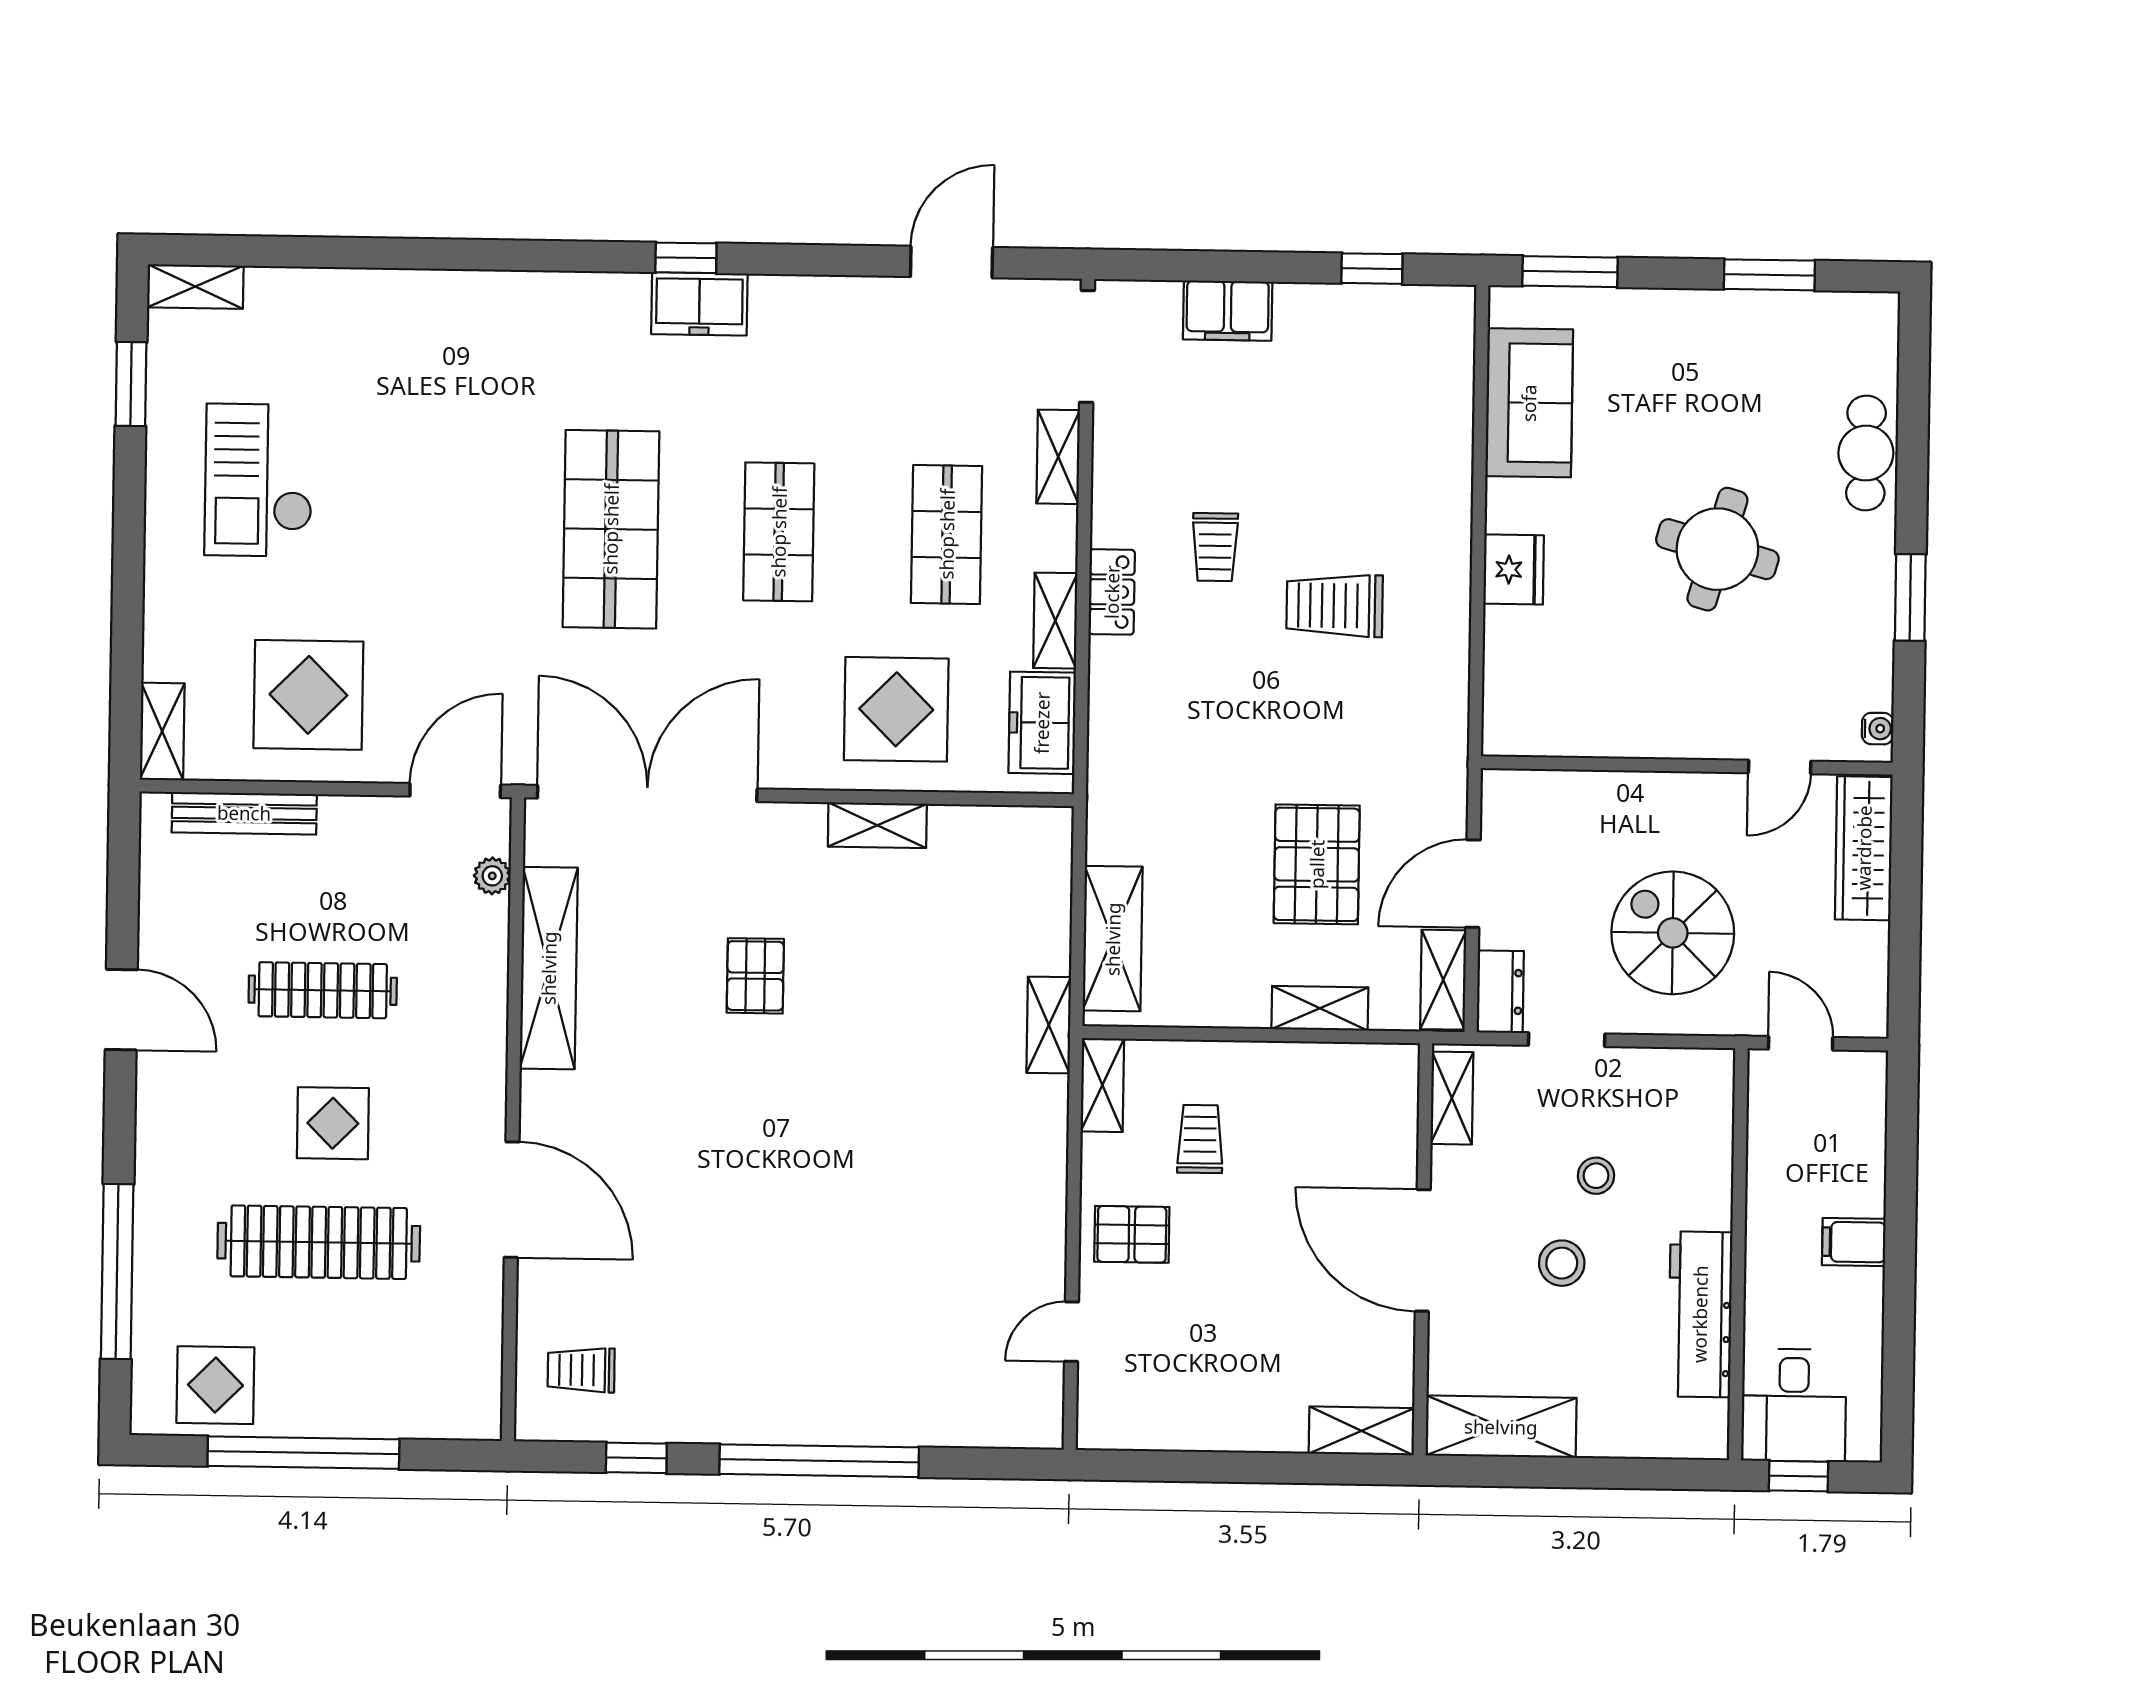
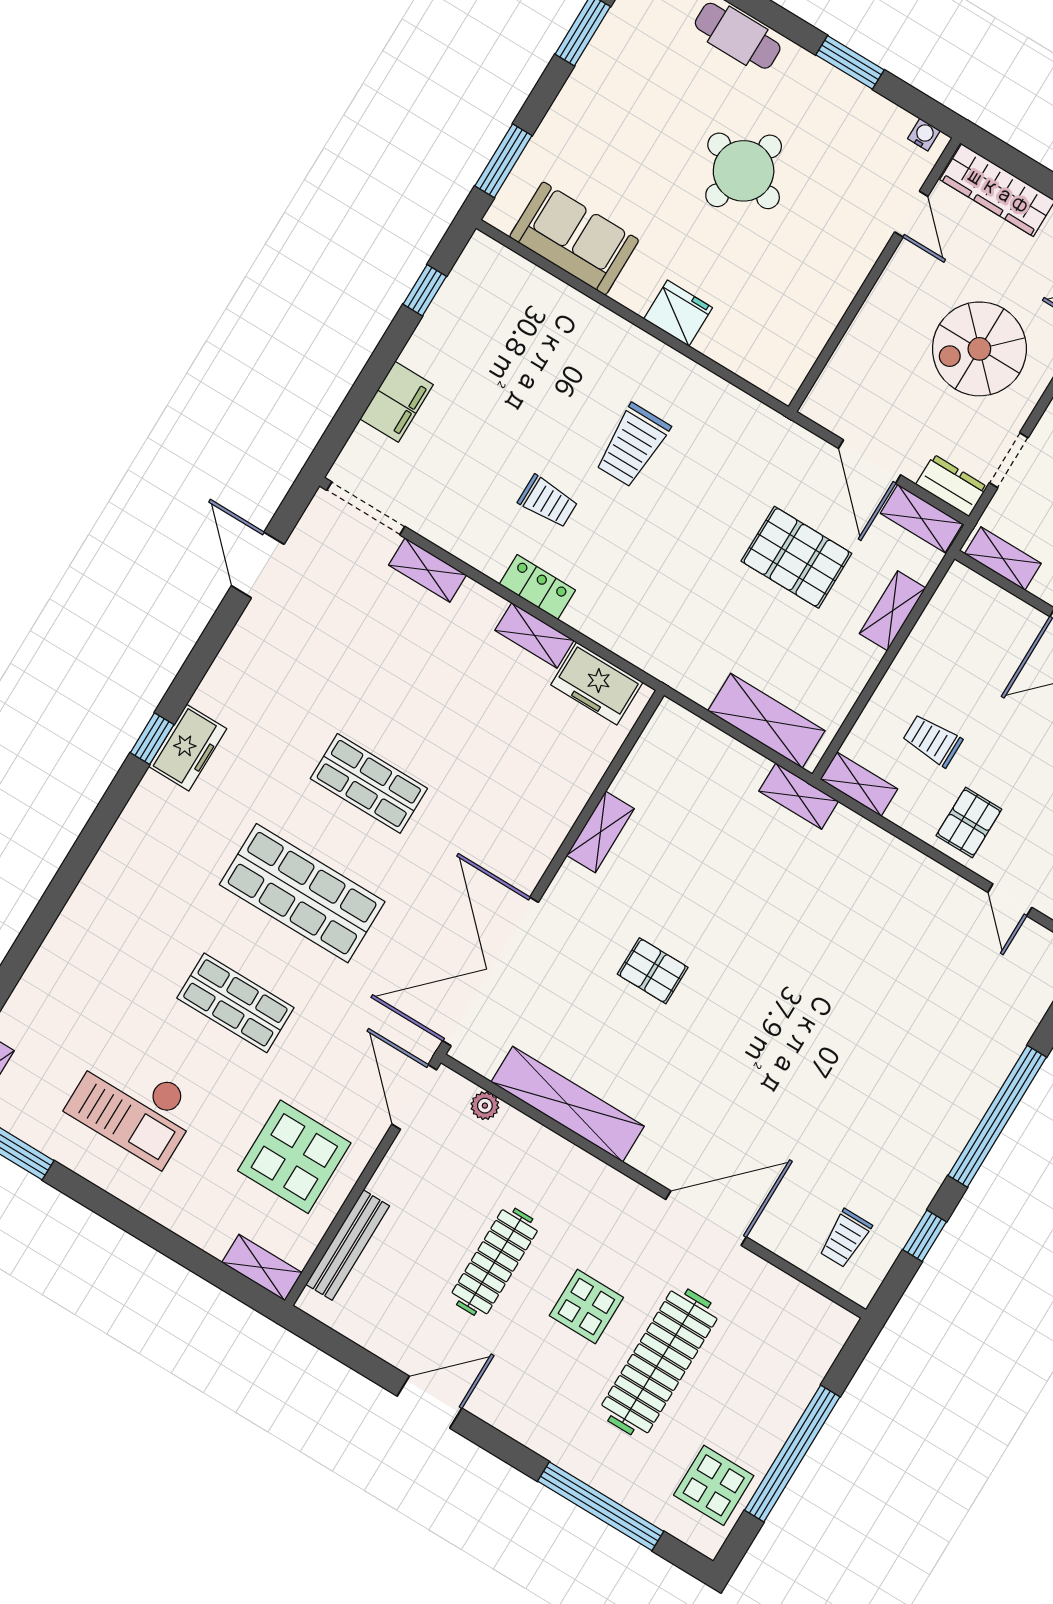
shop shelf: (947, 534) -> (235, 1003), moved
display table: (896, 709) -> (531, 775), removed

